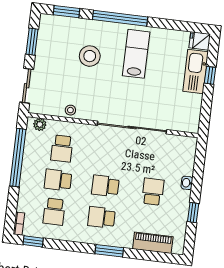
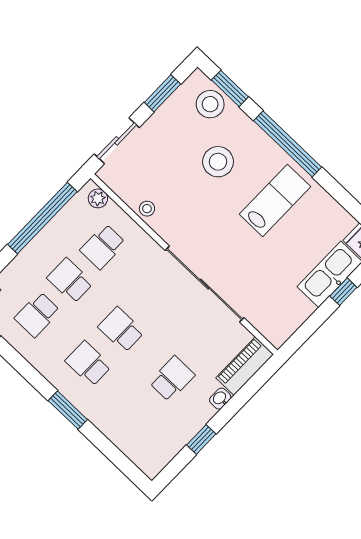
stool: (62, 28) -> (210, 104), added
piano: (153, 243) -> (245, 366), moved, turned -90

